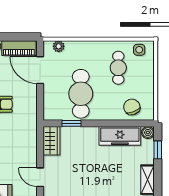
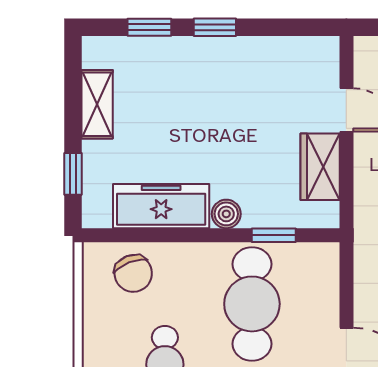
boiler: (148, 133) -> (226, 214), moved
wardrobe: (51, 141) -> (320, 167), moved

